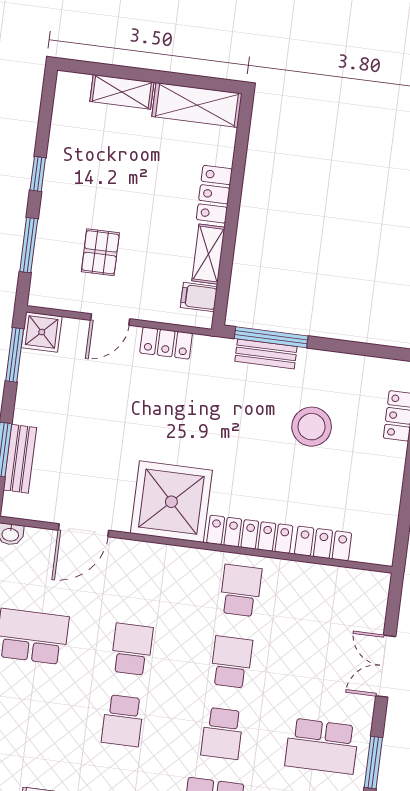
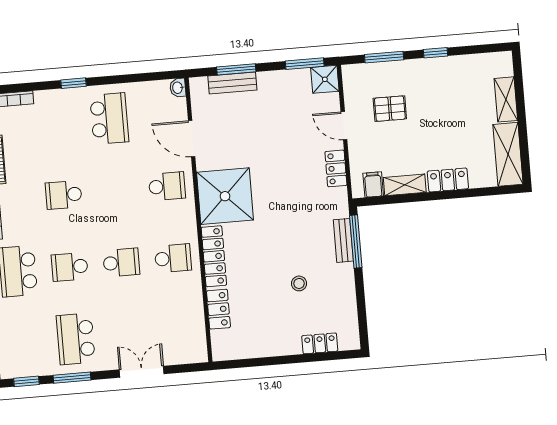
stool: (312, 427) -> (299, 283), width x0.53, depth x0.53
school desk: (132, 649) -> (167, 186), moved

